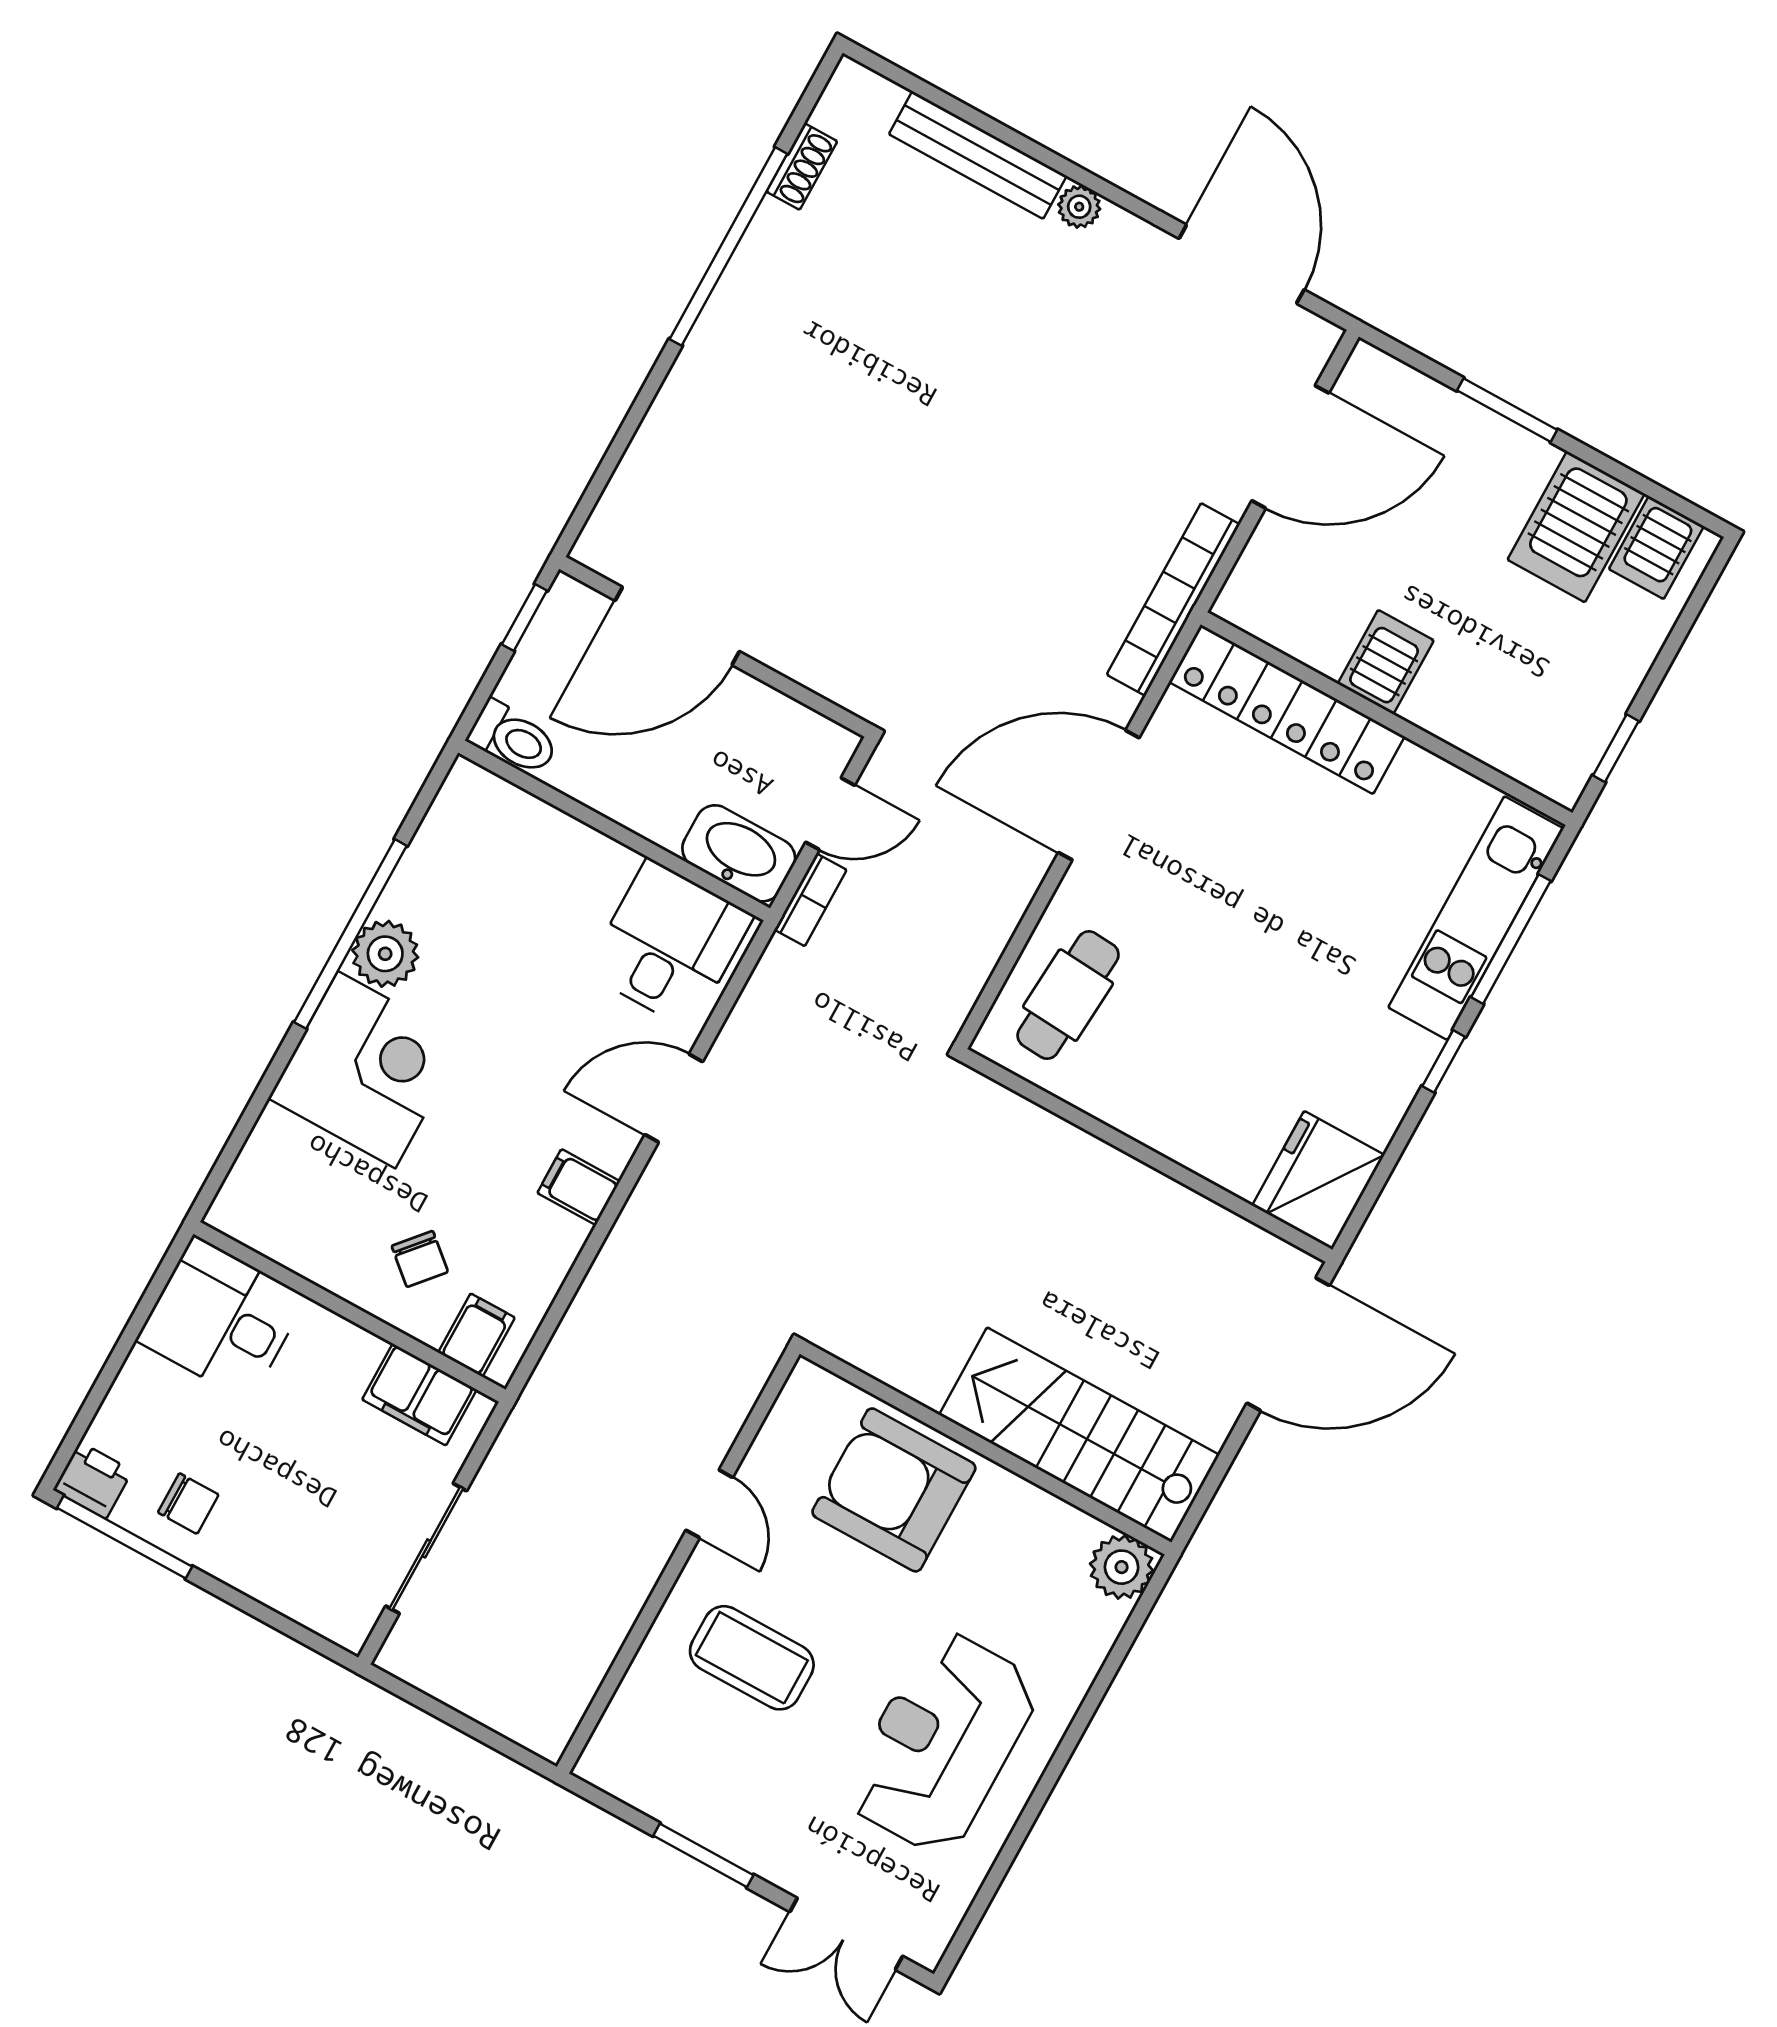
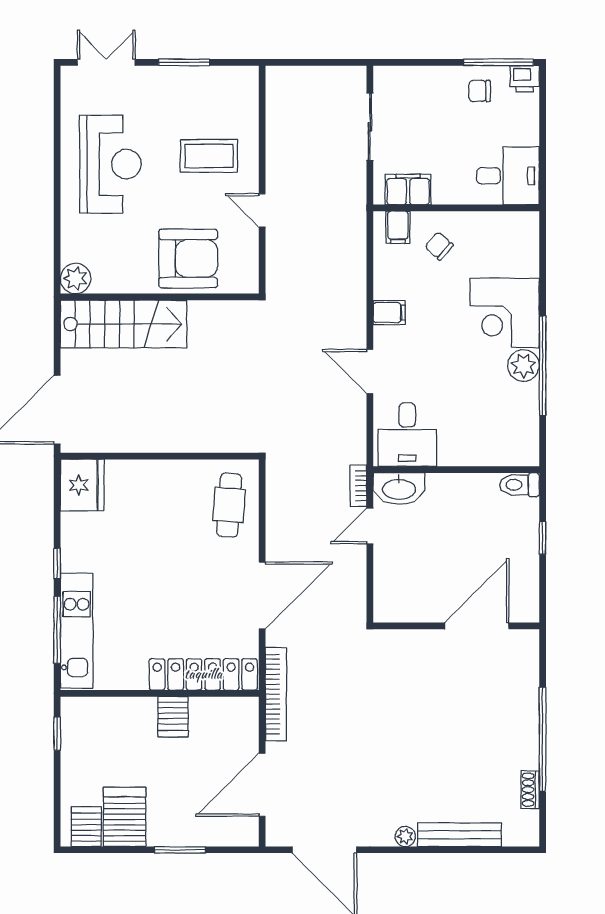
door: (677, 626) -> (477, 626), moved
wall: (715, 647) -> (456, 626), moved
door: (674, 1098) -> (370, 371), swing flipped

